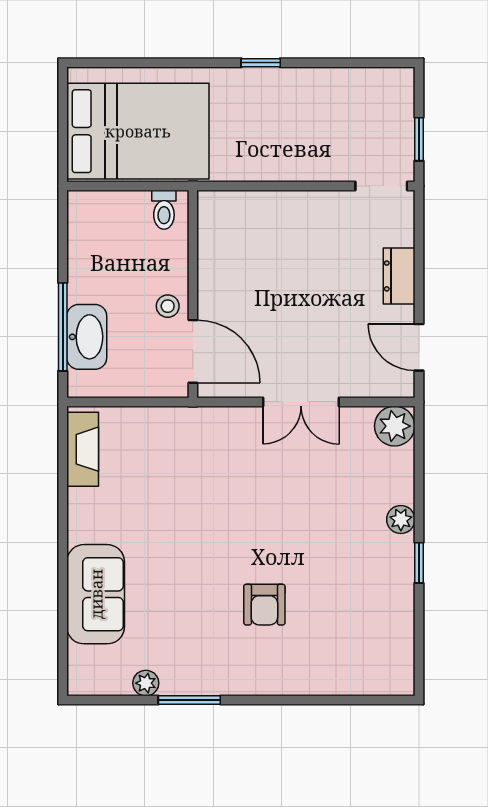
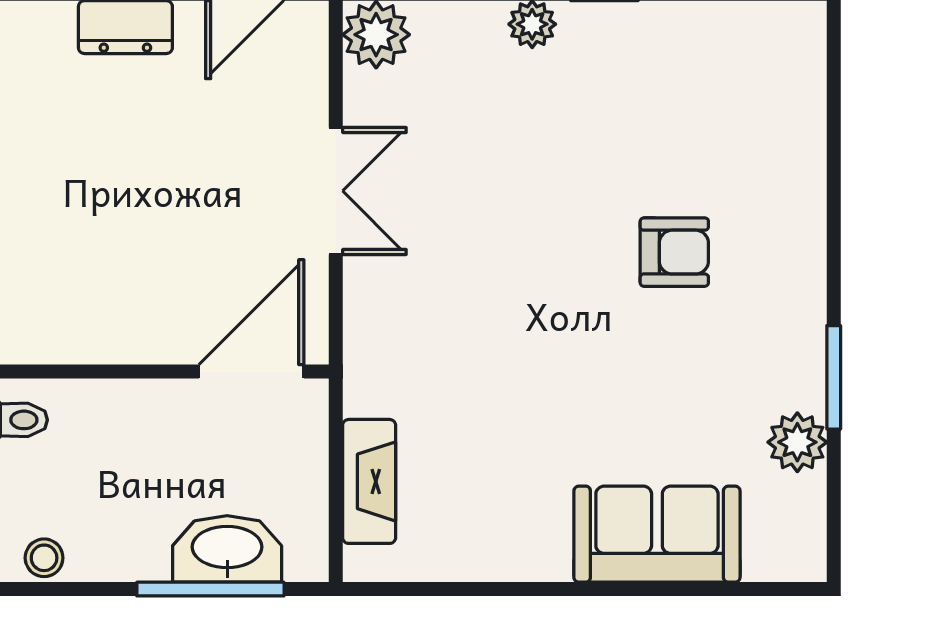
stool: (168, 306) -> (44, 558), moved
fireplace: (83, 449) -> (369, 481), moved, turned 90
plant: (146, 683) -> (797, 442), width x1.38, depth x1.38

